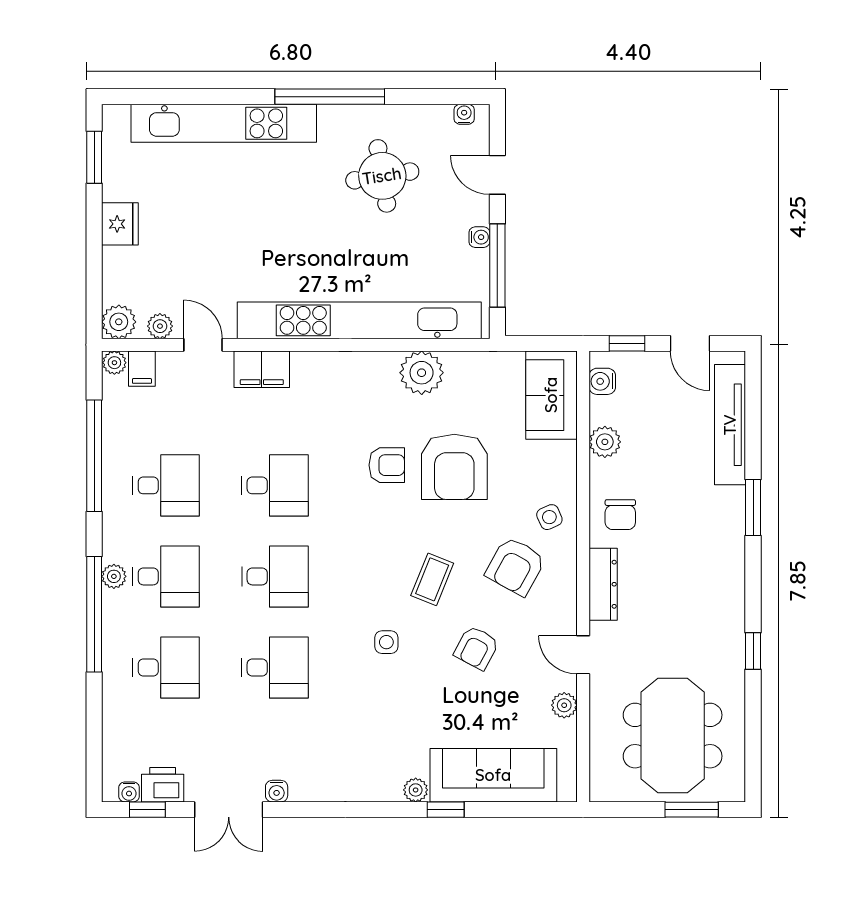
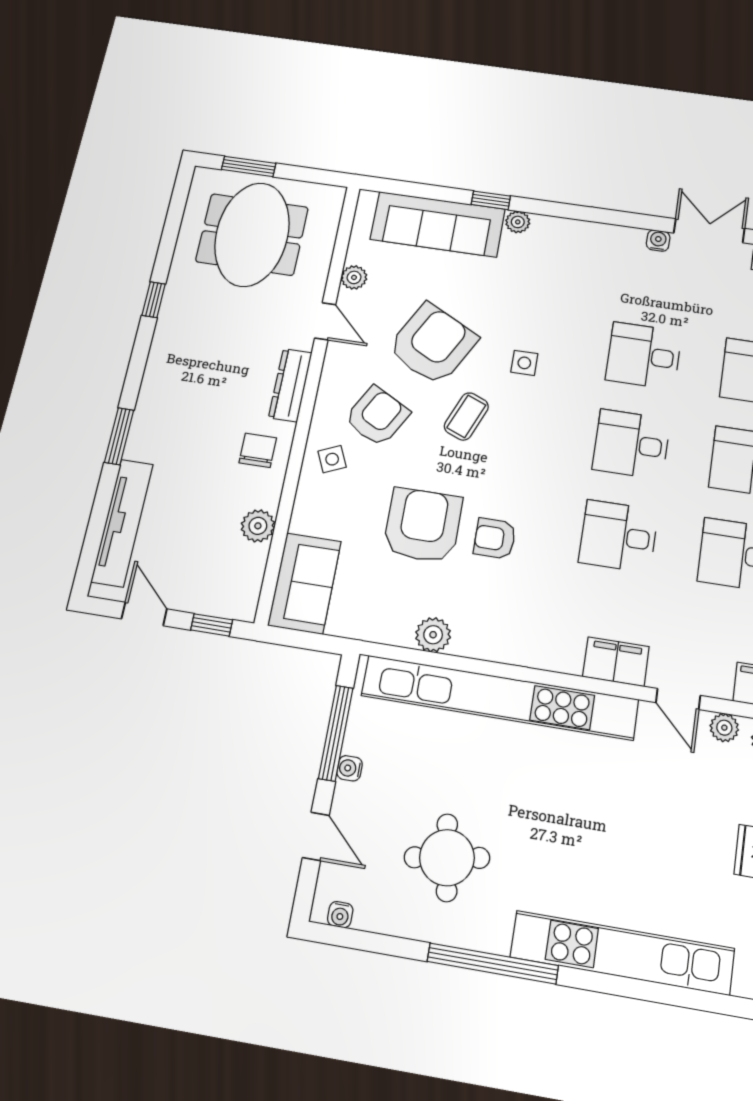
plant: (422, 373) -> (433, 635), width x0.73, depth x0.73
water cooler: (602, 381) -> (247, 589), removed
armchair: (476, 648) -> (432, 344), width x1.88, depth x1.88

